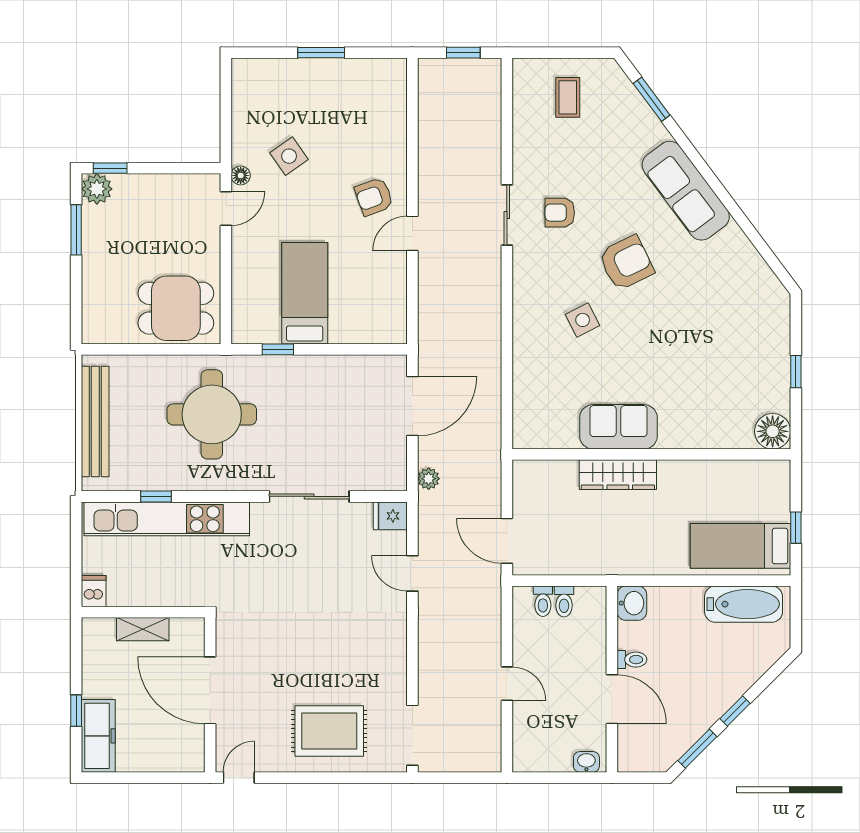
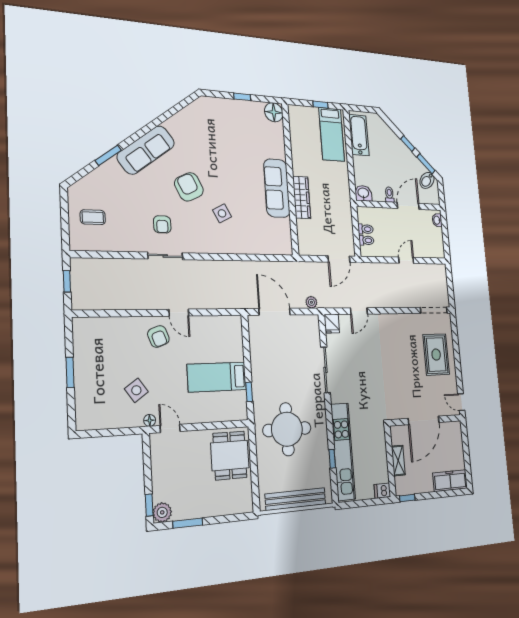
window: (652, 99) -> (108, 155), moved
sofa: (618, 427) -> (277, 188), width x1.36
window: (76, 711) -> (407, 498), moved
bidet: (664, 747) -> (427, 180), added

